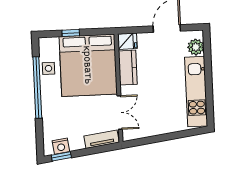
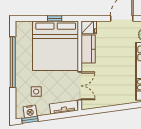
window: (71, 33) -> (55, 18), moved
side table: (48, 68) -> (36, 92), moved

